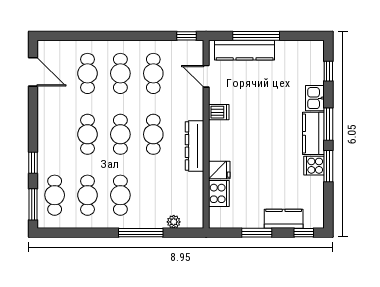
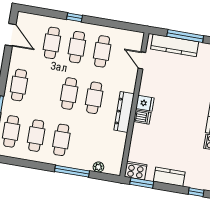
window: (186, 36) -> (75, 17), moved
dishwasher: (219, 112) -> (142, 117), moved
cafe table: (87, 134) -> (19, 85), moved
fridge: (219, 170) -> (145, 103), moved
cooker: (219, 193) -> (136, 171), moved, turned -90
kitchen counter: (284, 219) -> (169, 177), moved
window: (257, 233) -> (142, 183), moved

